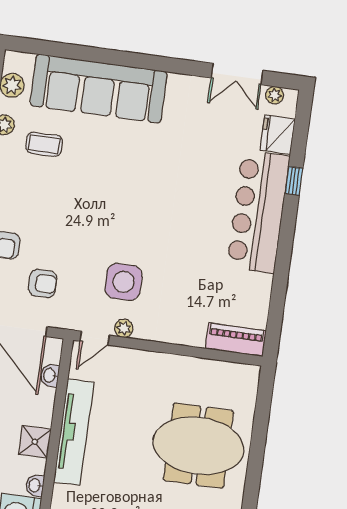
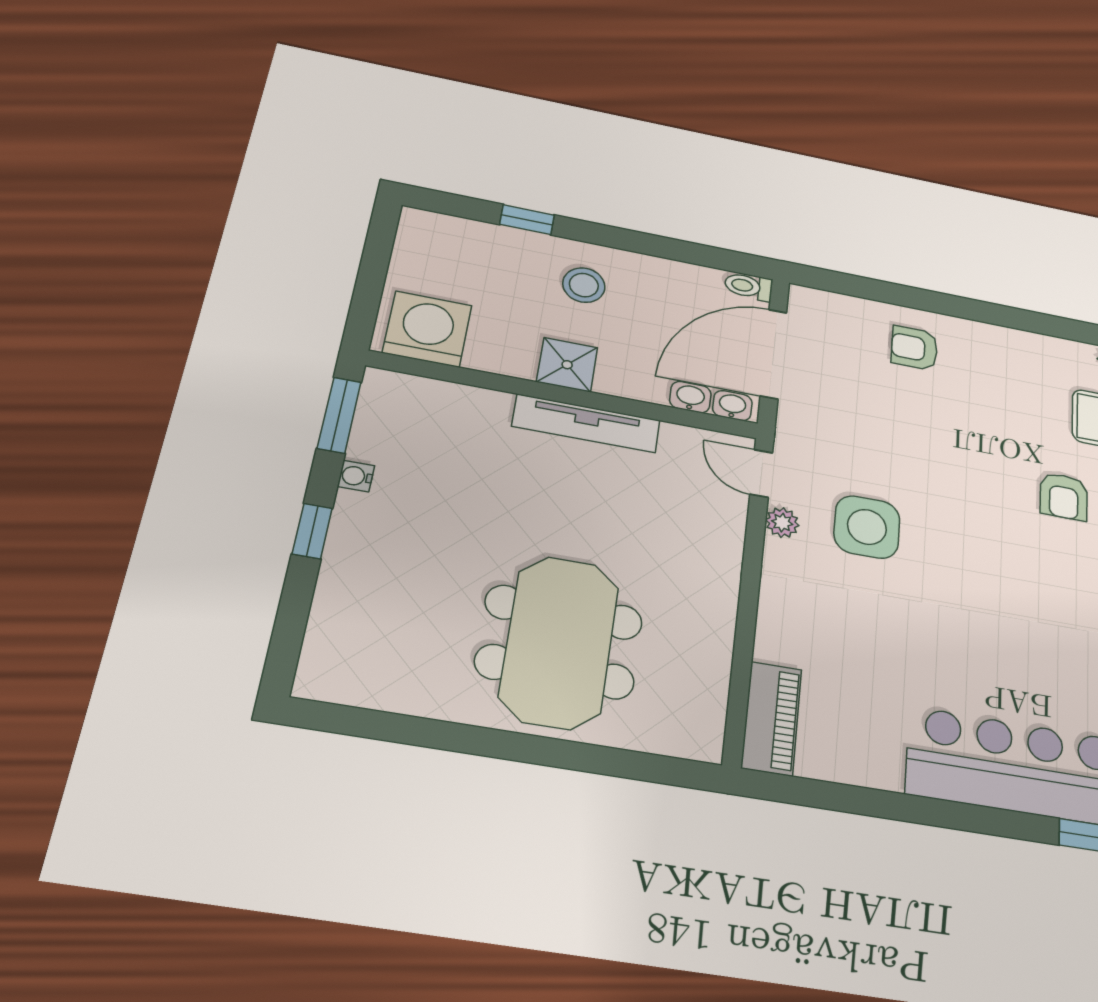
armchair: (43, 283) -> (1064, 496), moved
tv unit: (74, 432) -> (586, 423), width x0.73, depth x0.78
washbasin: (35, 485) -> (732, 406), moved

